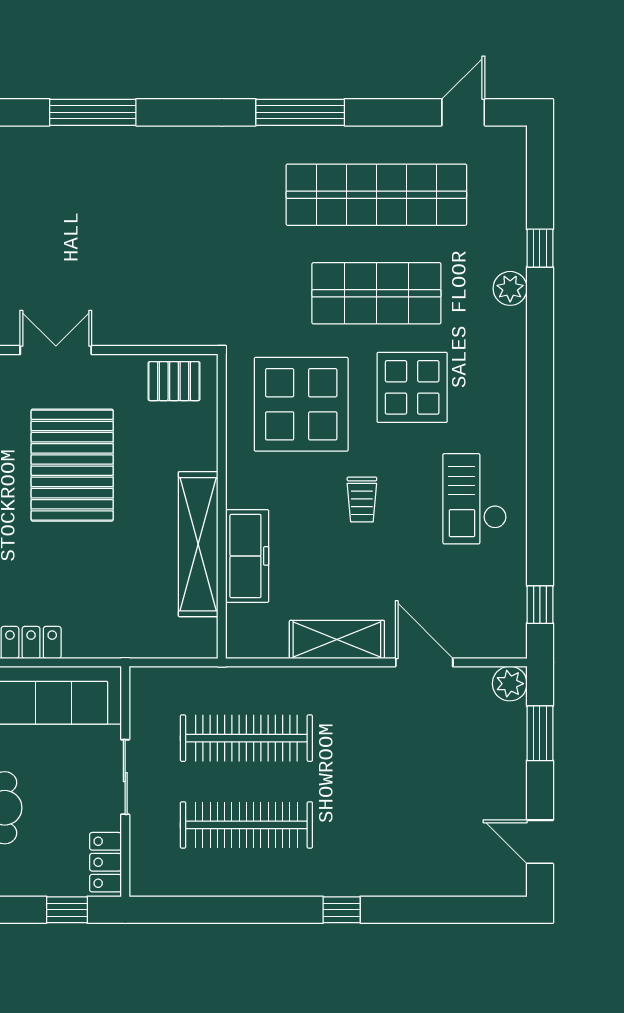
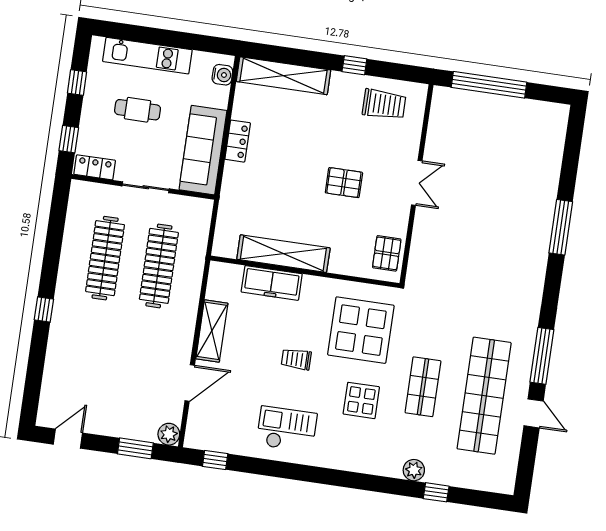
door: (463, 112) -> (534, 413), moved
shop shelf: (376, 293) -> (423, 387), width x0.70, depth x0.74
display table: (412, 387) -> (361, 400), width x0.73, depth x0.73
pallet: (72, 465) -> (344, 183), width x0.49, depth x0.50

